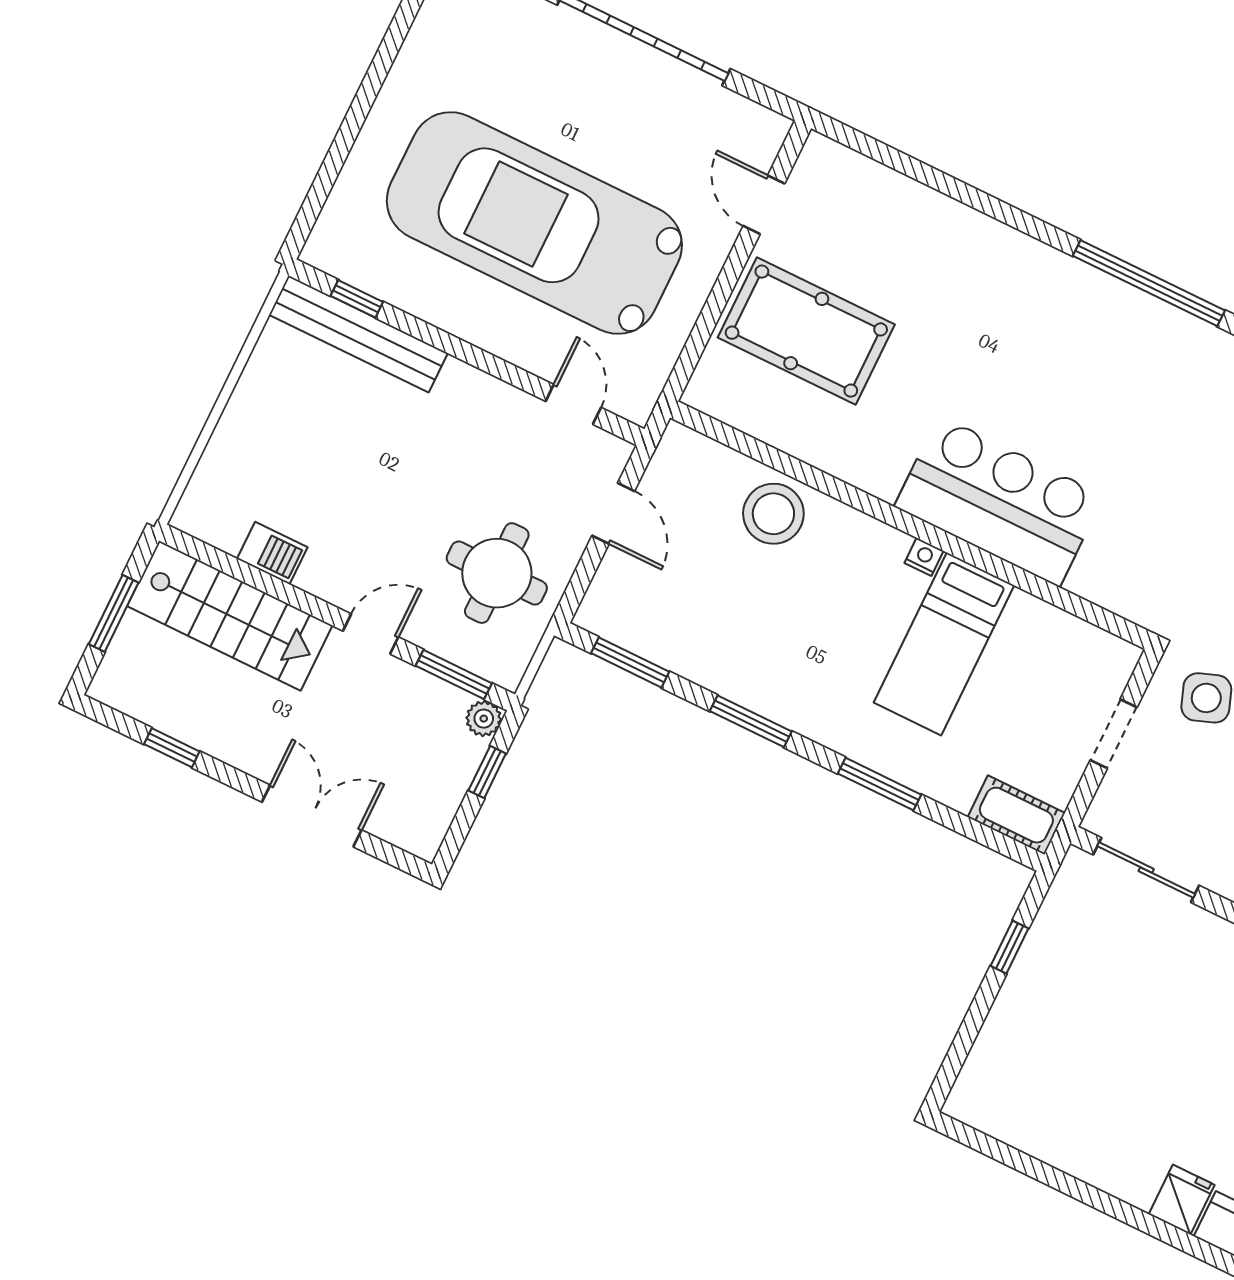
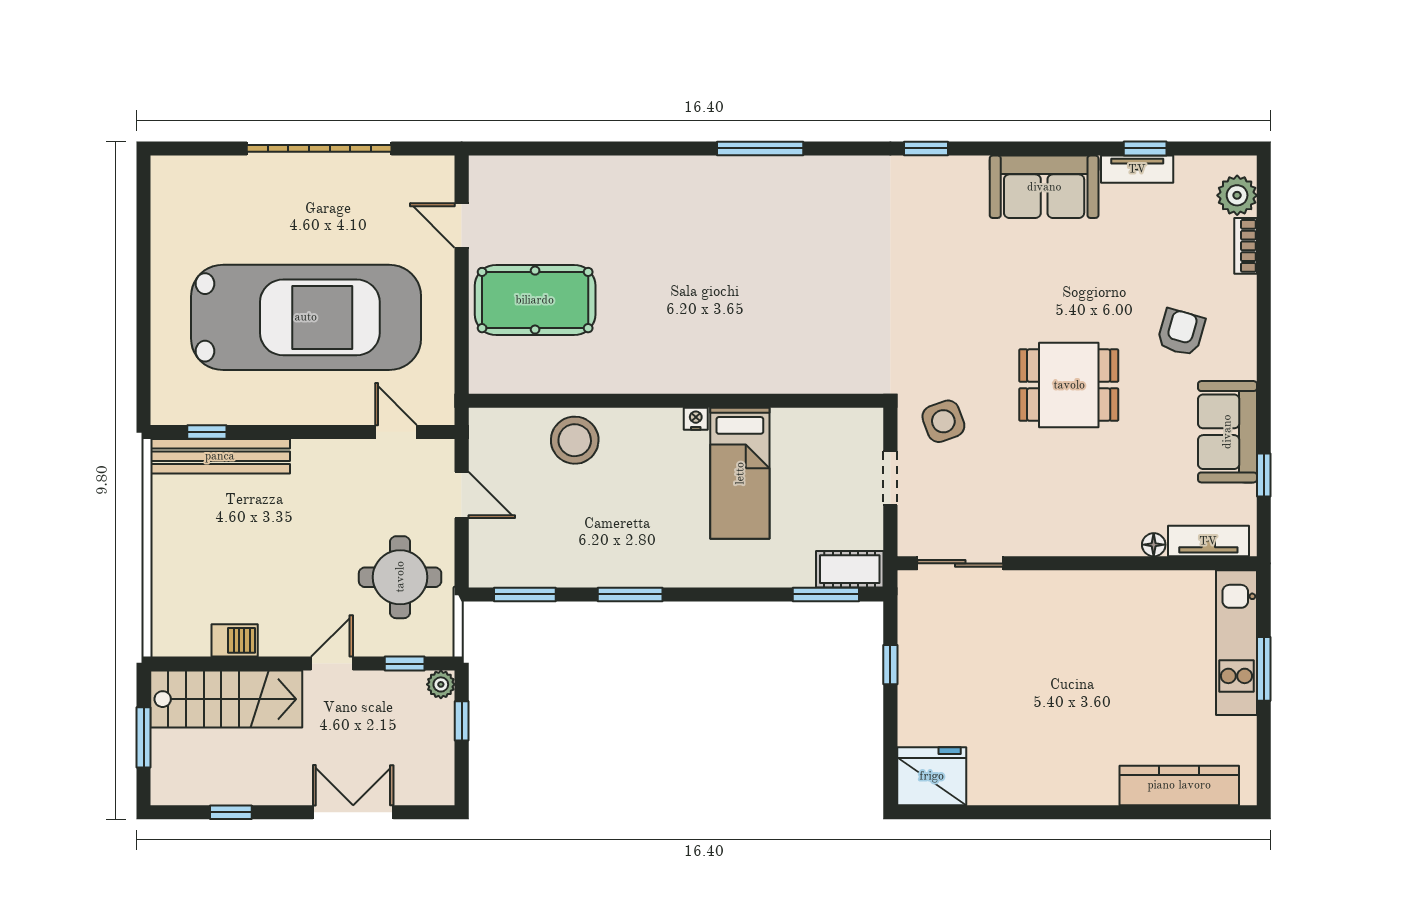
car: (534, 223) -> (306, 317), turned 180
window: (1149, 283) -> (760, 148), width x0.68
bar counter: (999, 501) -> (730, 354), removed
window: (454, 674) -> (405, 664), width x0.67
window: (879, 784) -> (826, 594), moved
fridge: (1182, 1200) -> (932, 776), moved, width x1.88, depth x1.34

